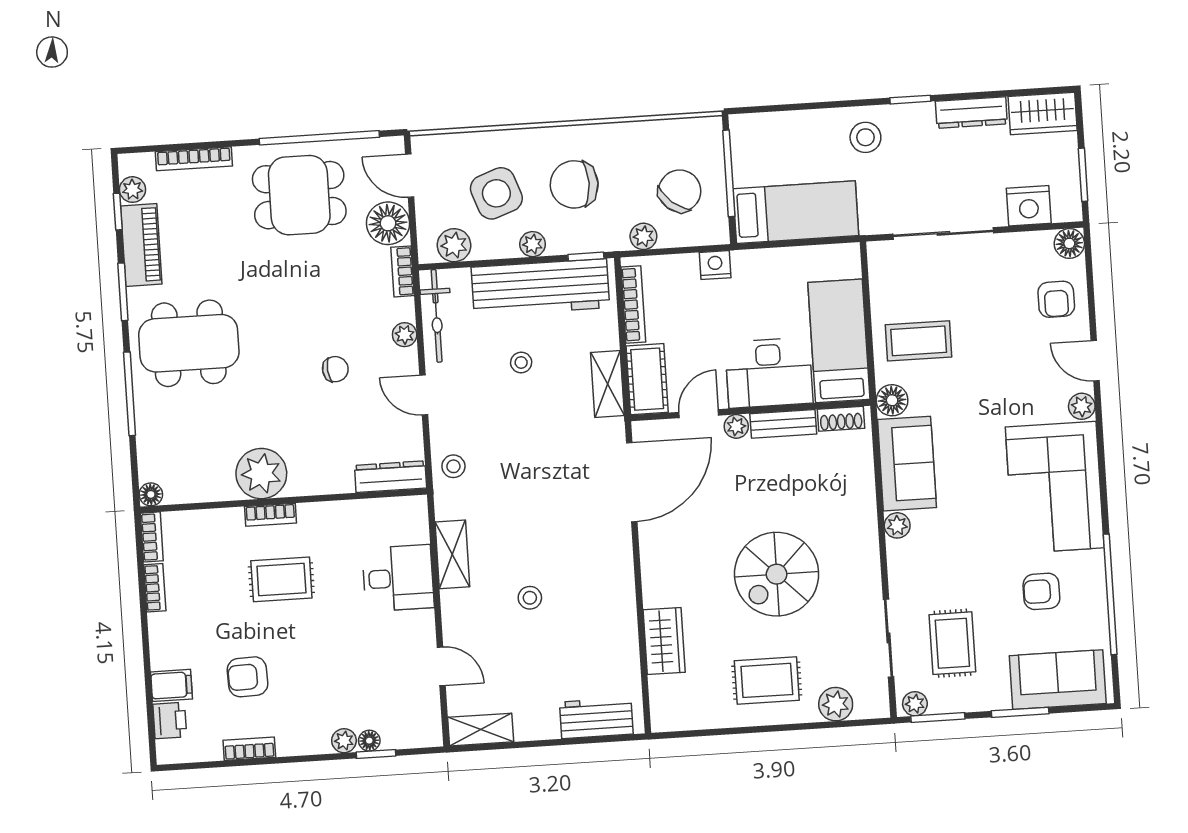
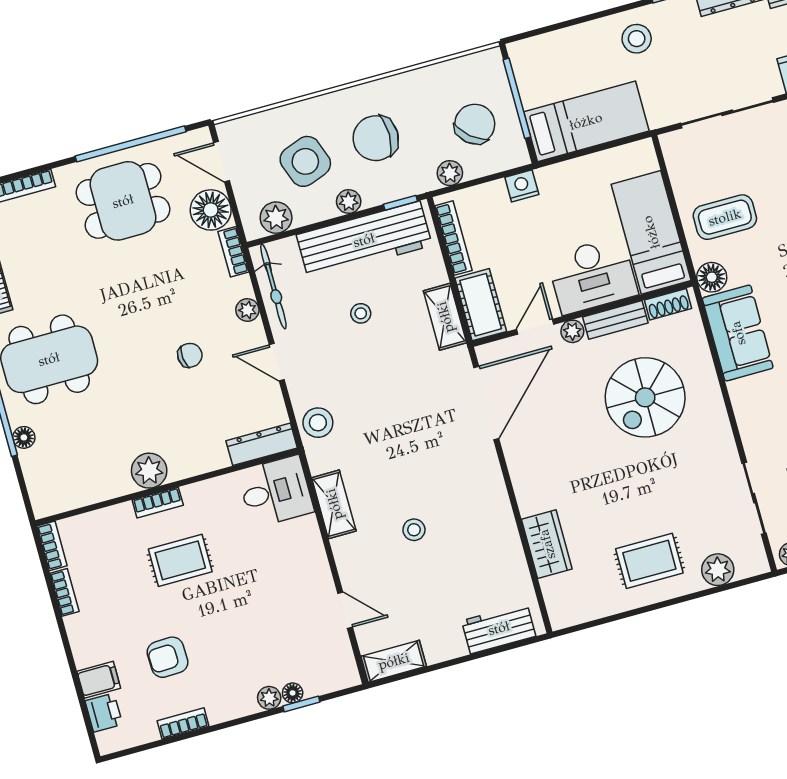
stool: (453, 466) -> (318, 423), width x1.37, depth x1.37
plant: (261, 474) -> (149, 471), width x0.73, depth x0.73
floor lamp: (151, 494) -> (24, 437), moved
plant: (897, 525) -> (741, 392), removed
spiral stairs: (777, 574) -> (645, 397), moved
desk: (398, 578) -> (276, 491), moved

